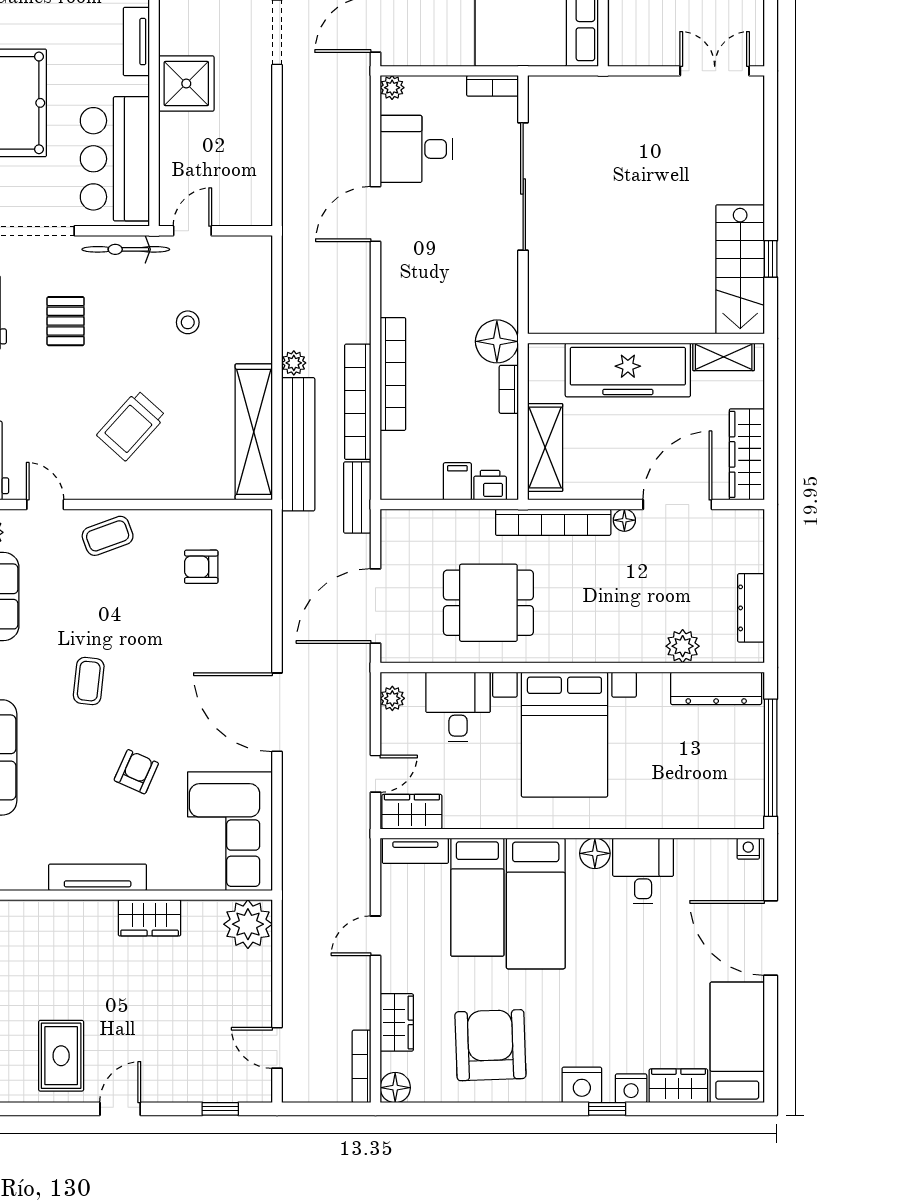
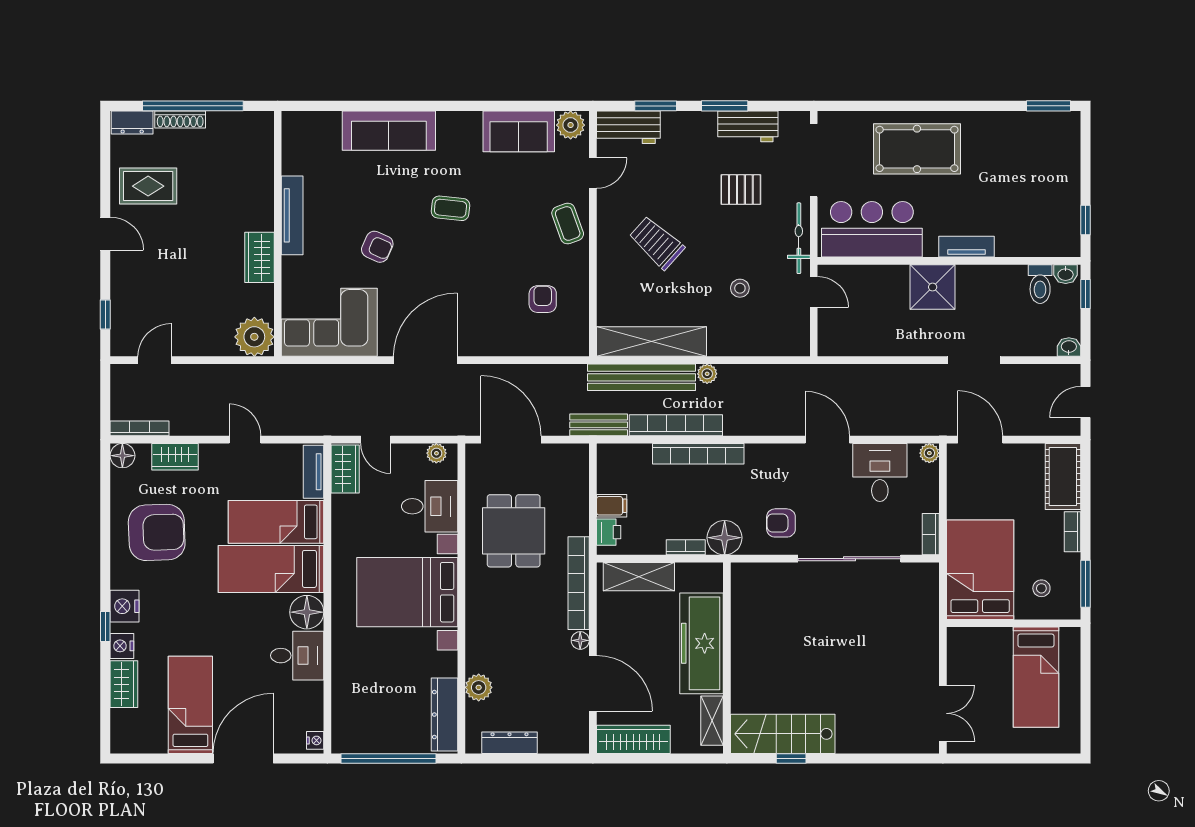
armchair: (479, 271) -> (781, 523), added
floor lamp: (595, 853) -> (307, 612), width x1.38, depth x1.38
bed: (737, 1042) -> (190, 705), moved, turned -90

